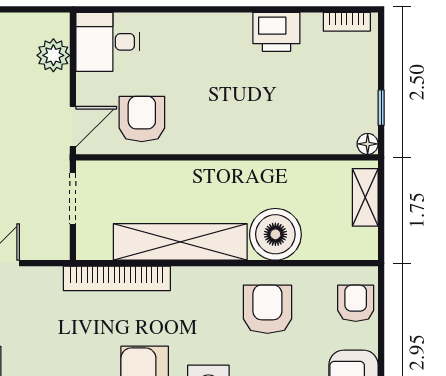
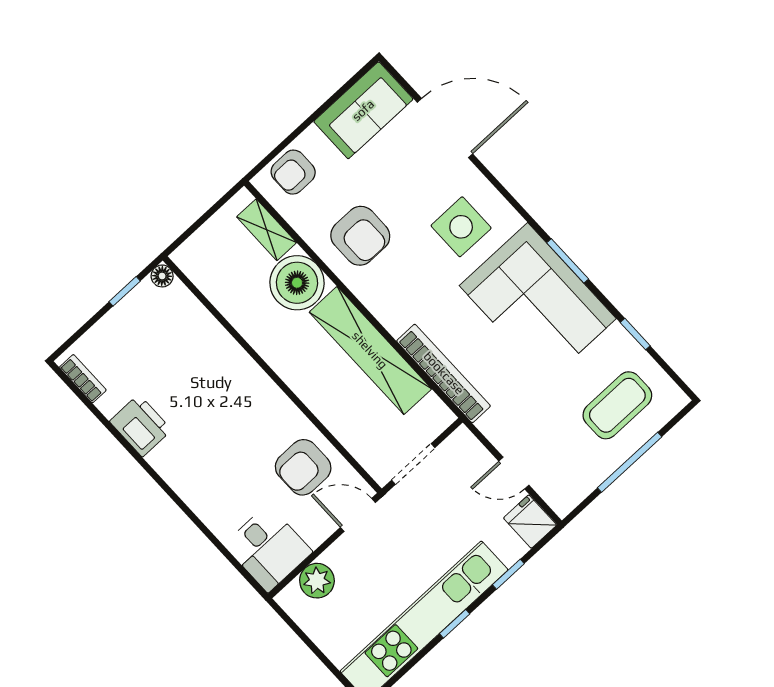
shelving: (365, 197) -> (267, 230), moved, turned 90
armchair: (267, 309) -> (360, 236), turned -90

